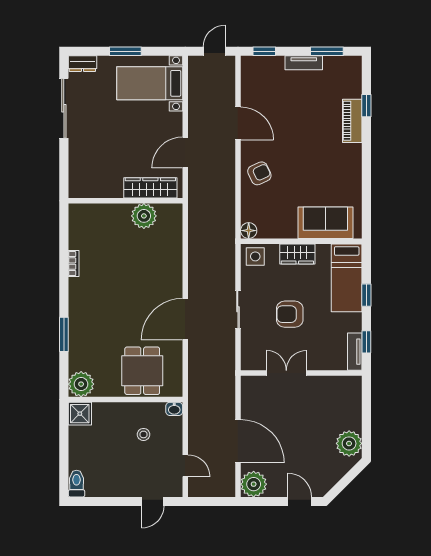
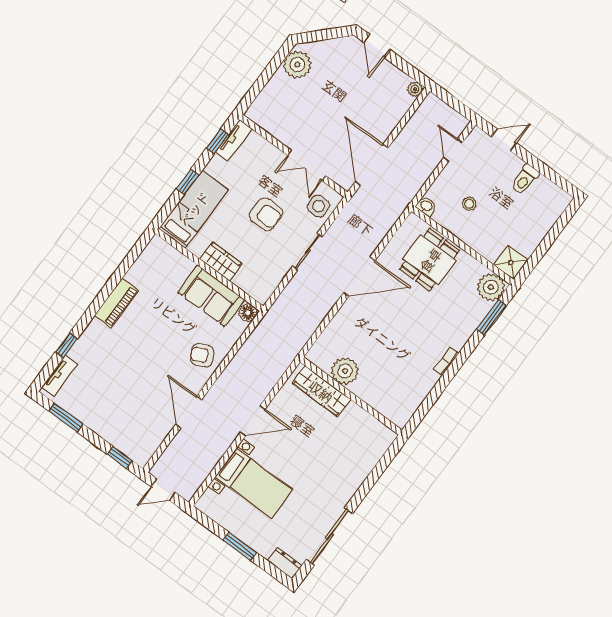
tv unit: (304, 63) -> (59, 376), moved, turned 90
bed with nightstands: (150, 83) -> (254, 483), moved
piano: (352, 121) -> (117, 303), moved
wardrobe: (150, 188) -> (321, 391), moved
wall: (125, 201) -> (351, 396), moved
plant: (144, 216) -> (345, 371), moved
sofa: (325, 223) -> (211, 296), moved
side table: (255, 256) -> (319, 206), moved
bookcase: (74, 264) -> (446, 361), moved
window: (64, 334) -> (491, 318), moved
door: (238, 441) -> (372, 165), moved
toilet: (77, 484) -> (525, 179), moved
plant: (254, 484) -> (415, 89), width x0.53, depth x0.53

